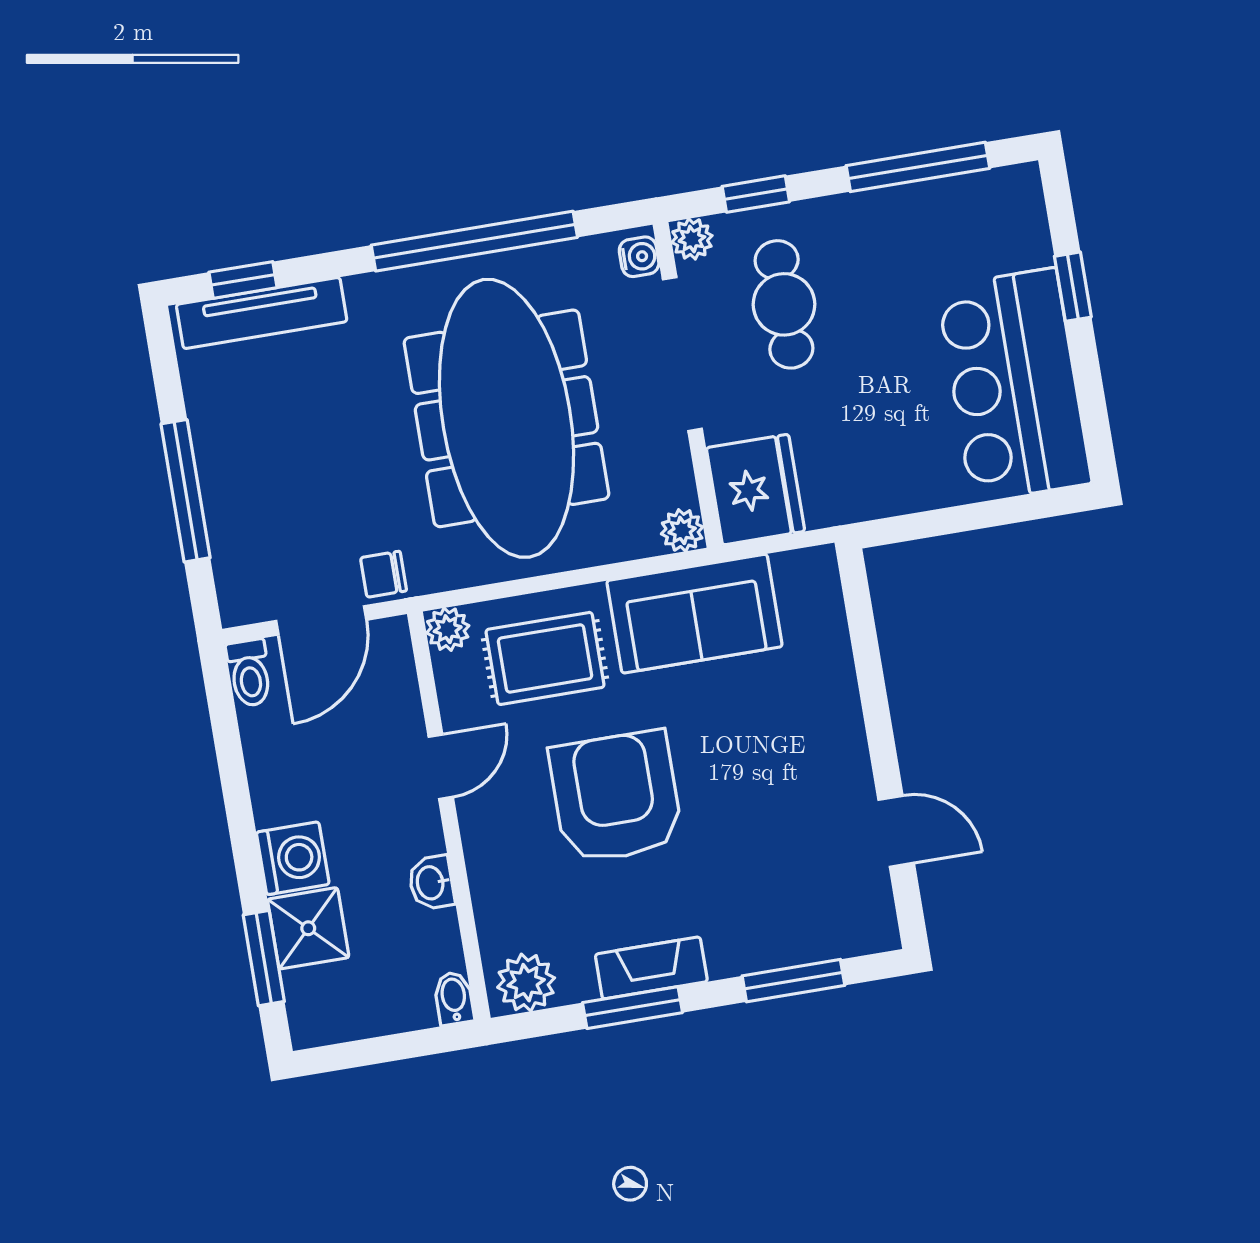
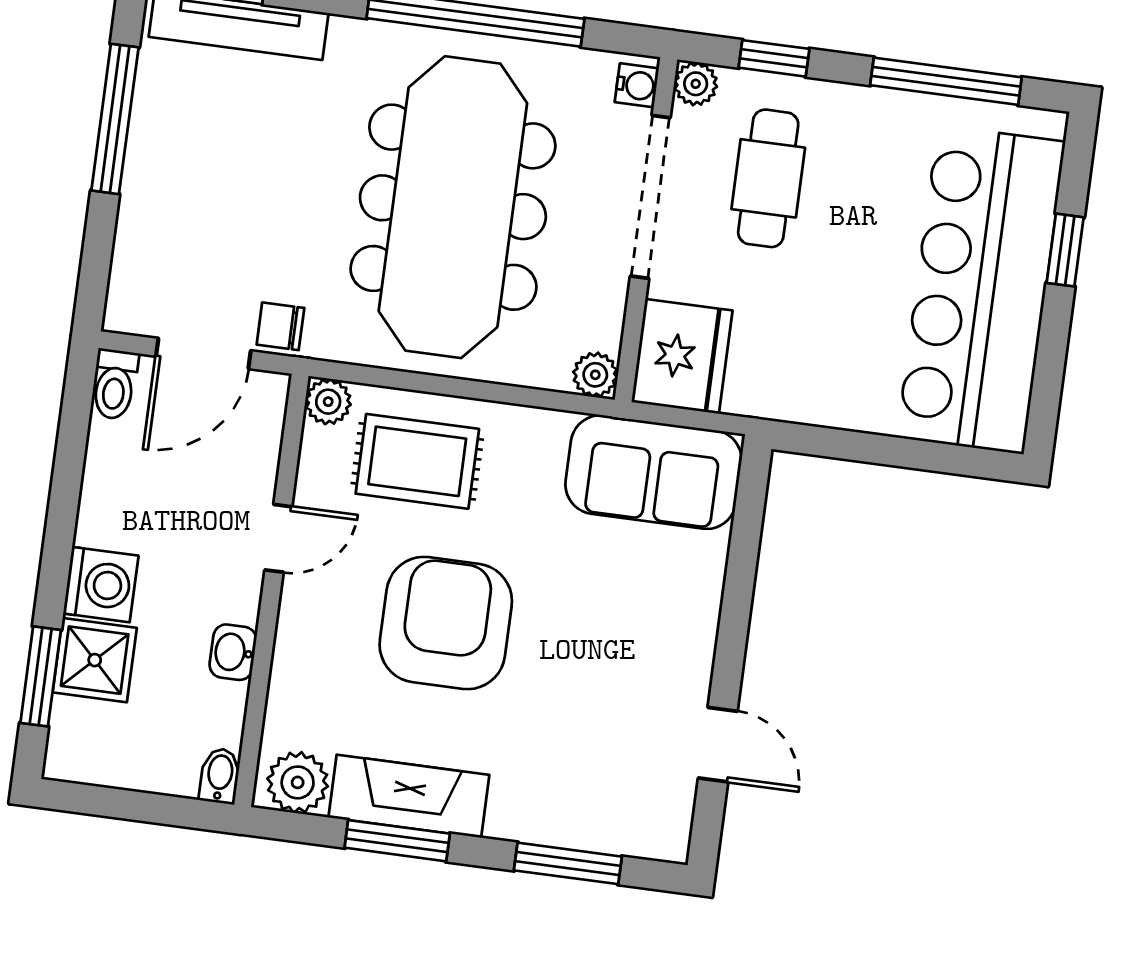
bar counter: (1014, 385) -> (981, 290), width x1.36
window: (186, 491) -> (115, 119), moved
sofa: (694, 614) -> (653, 472), moved
fireplace: (651, 968) -> (409, 796), width x1.37, depth x1.32

